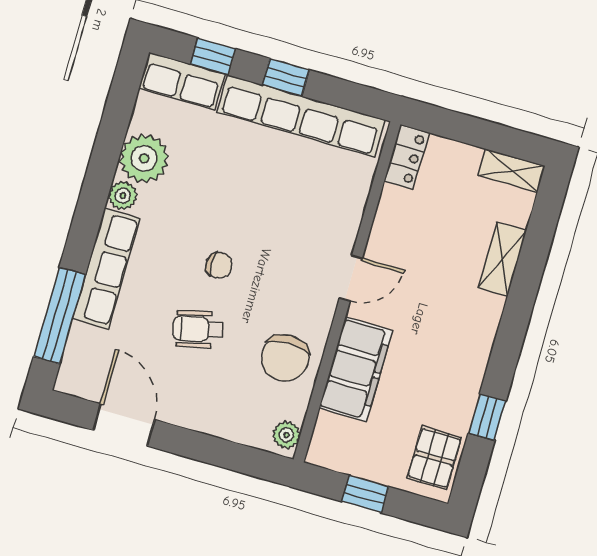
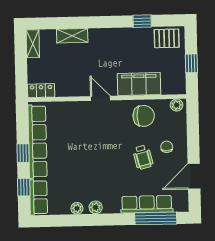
plant: (144, 158) -> (77, 208), width x0.53, depth x0.53
chair: (219, 265) -> (167, 147), moved
row of seats: (106, 268) -> (147, 204), moved

